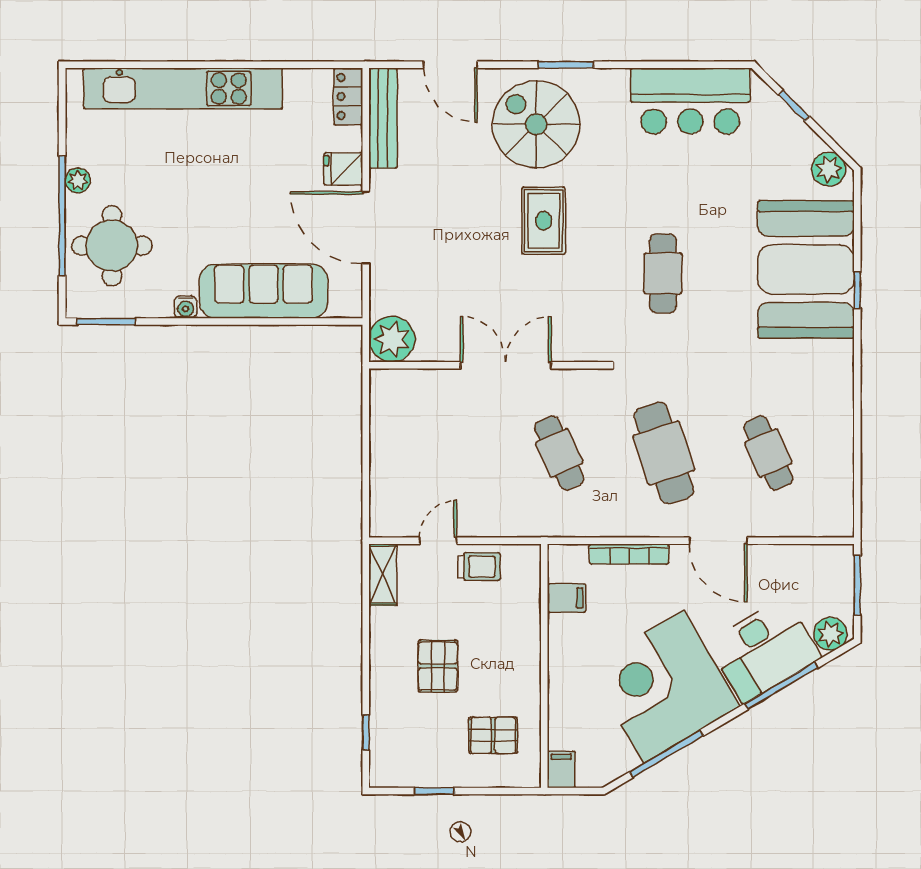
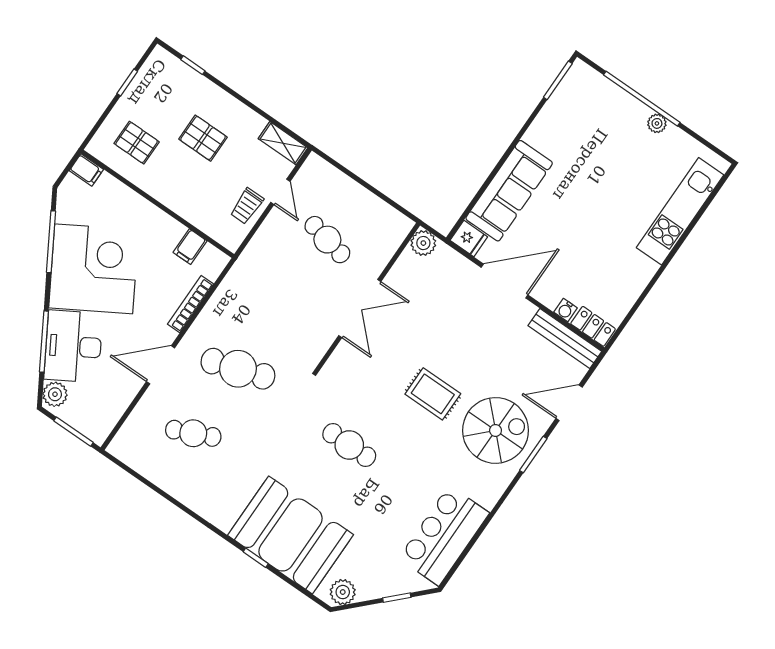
window: (566, 65) -> (533, 454), moved
kitchen unit: (183, 88) -> (680, 211), width x0.73
fridge: (343, 169) -> (469, 239), moved, turned 90
round table: (112, 246) -> (602, 116), removed
water cooler: (185, 307) -> (566, 310), moved, turned -90
plant: (392, 339) -> (423, 243), width x0.73, depth x0.73
cafe table: (559, 453) -> (327, 240), moved, turned 36
pallet: (493, 735) -> (137, 143), turned 90

